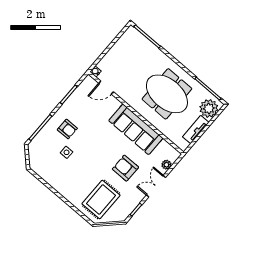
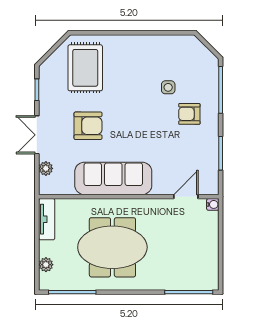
plant: (209, 108) -> (46, 265), width x0.53, depth x0.53
tv unit: (196, 130) -> (47, 219), moved
double door: (156, 186) -> (37, 135), swing flipped

